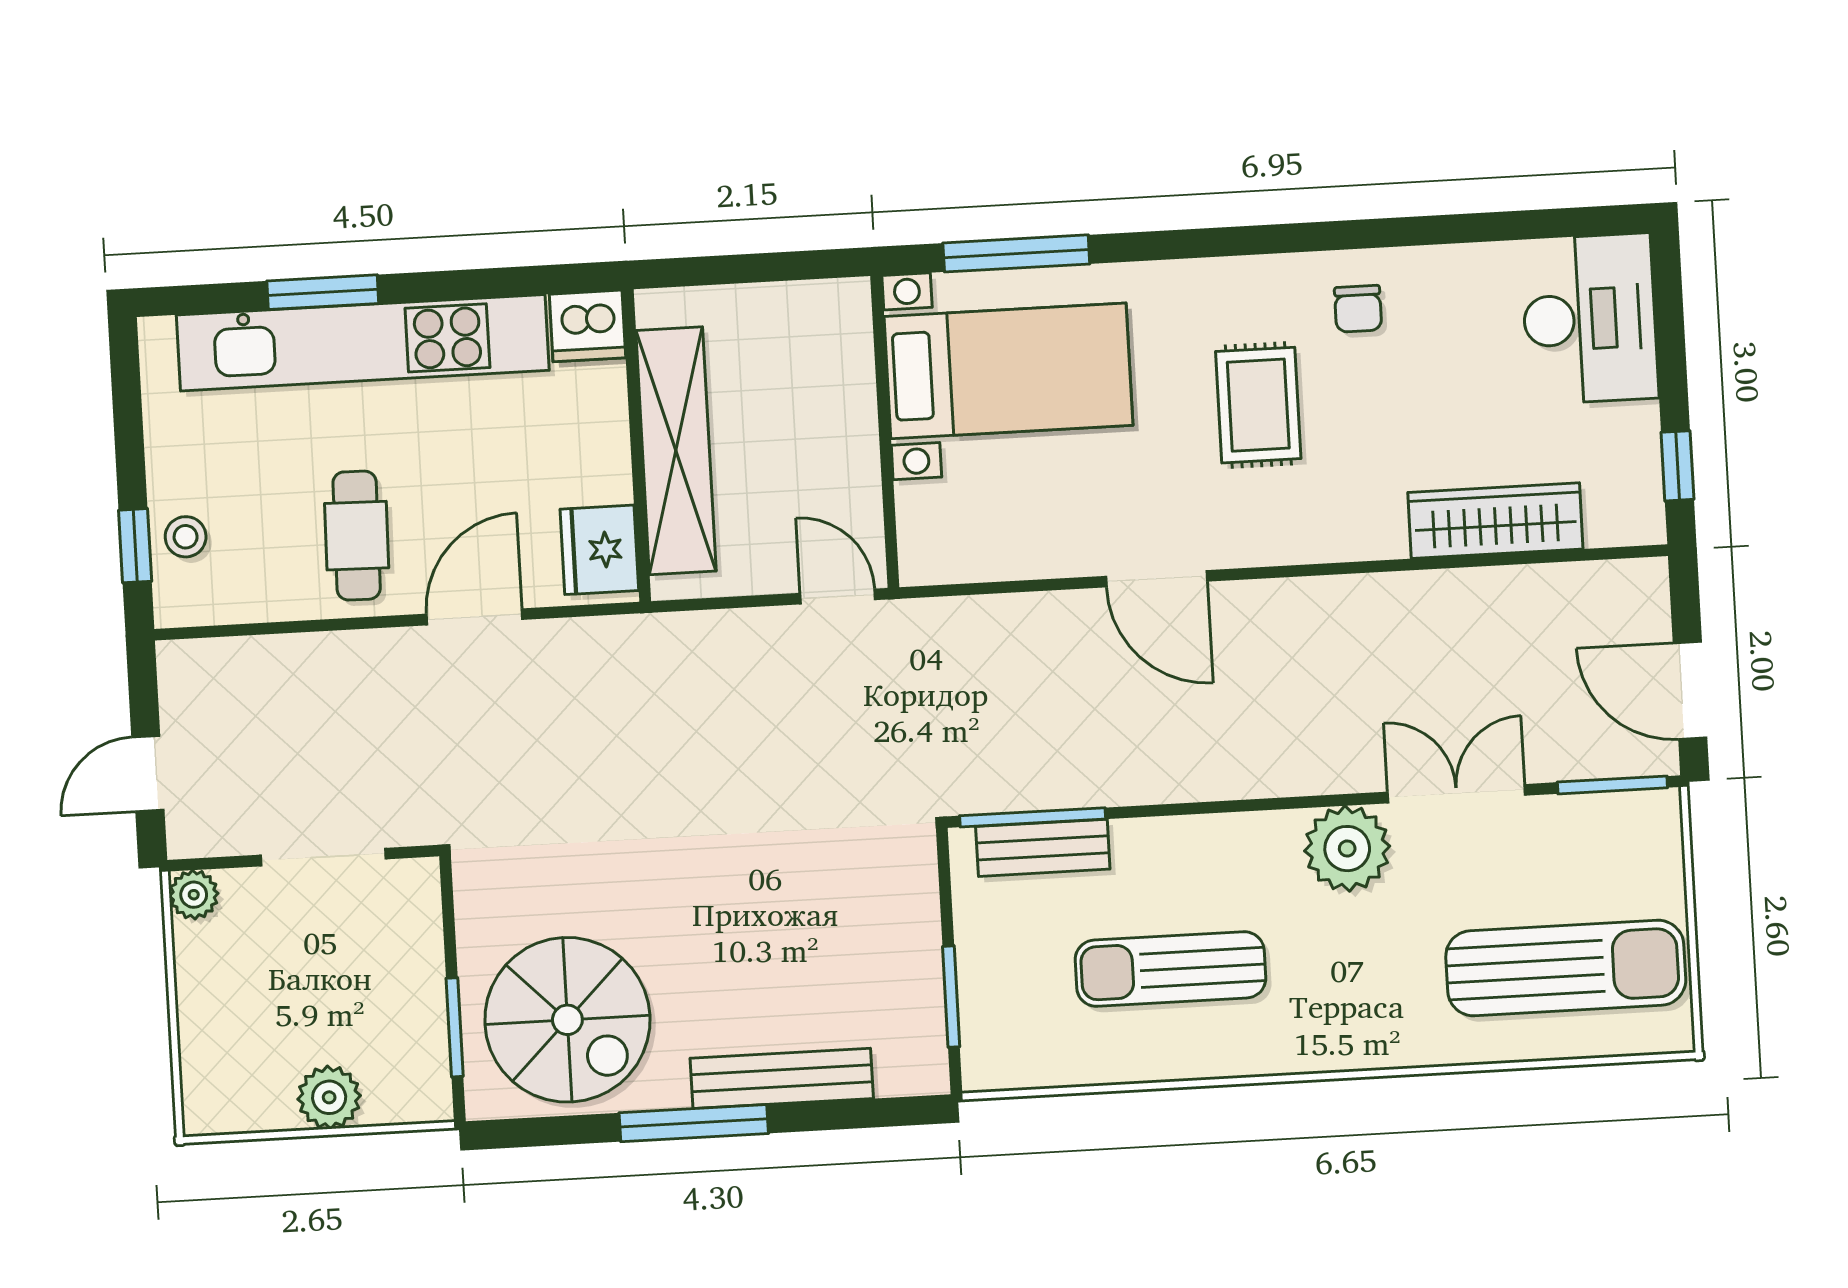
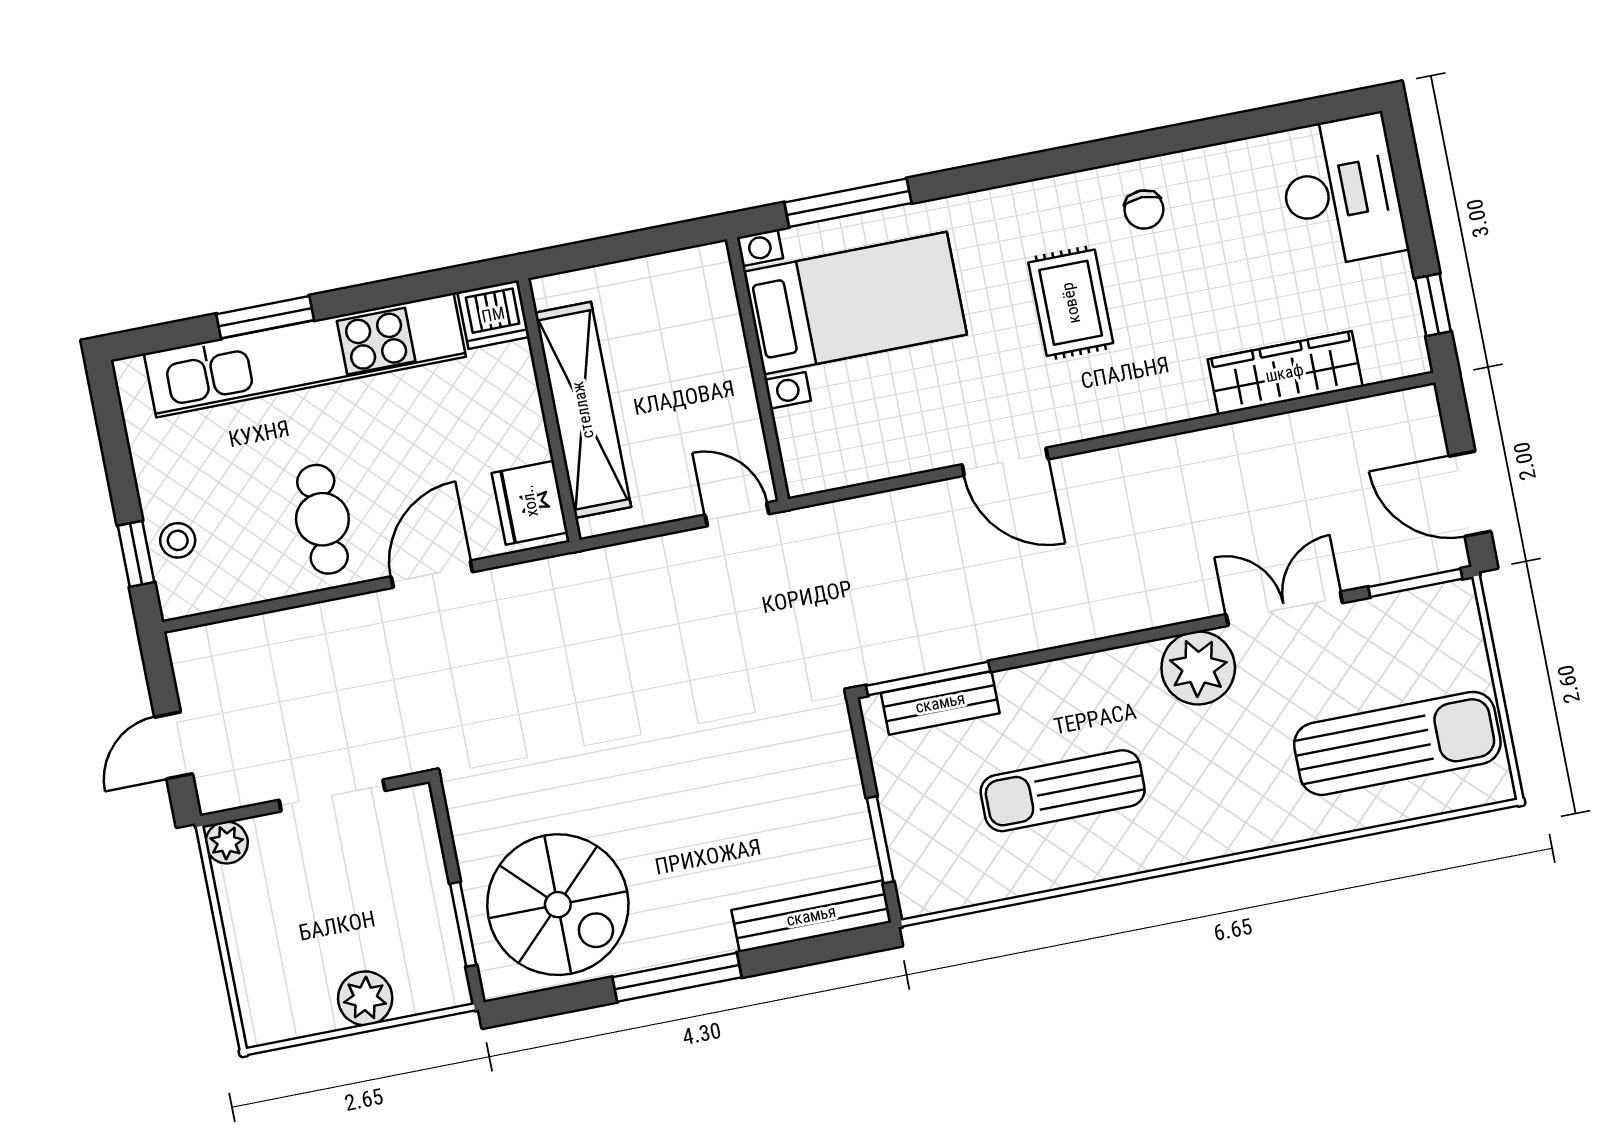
bench: (782, 1078) -> (811, 916), moved

